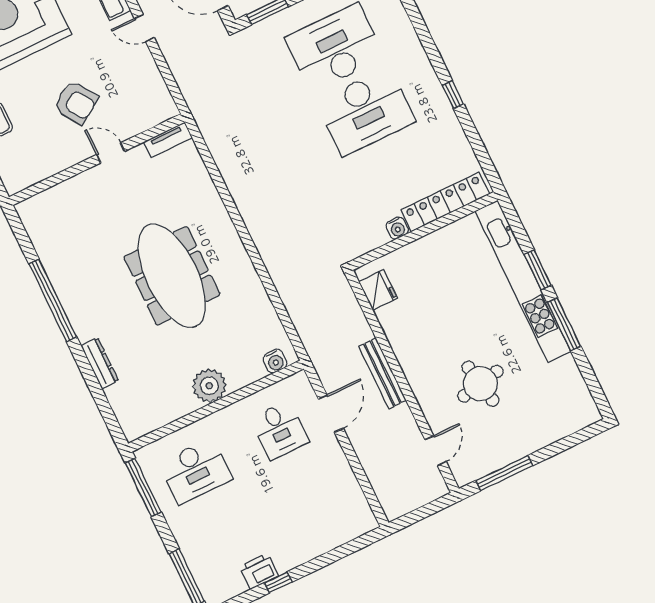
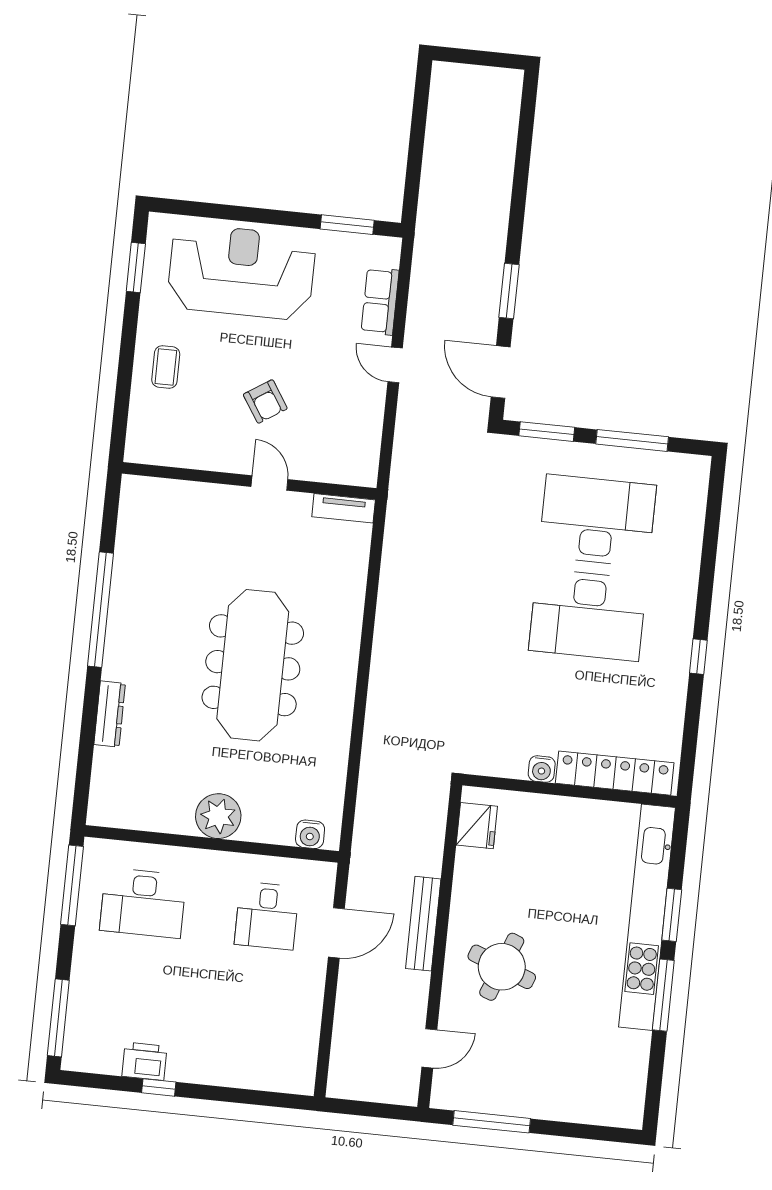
armchair: (76, 102) -> (265, 401), width x0.72, depth x0.72
round table: (480, 384) -> (502, 967), moved, turned 32

